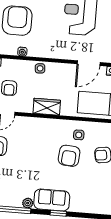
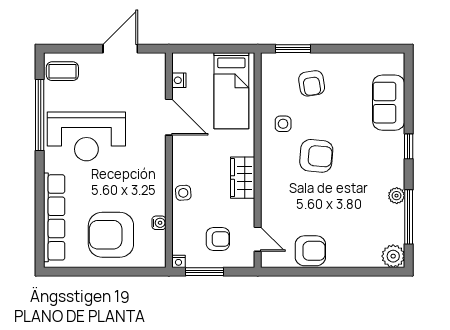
armchair: (69, 156) -> (316, 156), moved
sofa: (52, 200) -> (389, 103), moved

